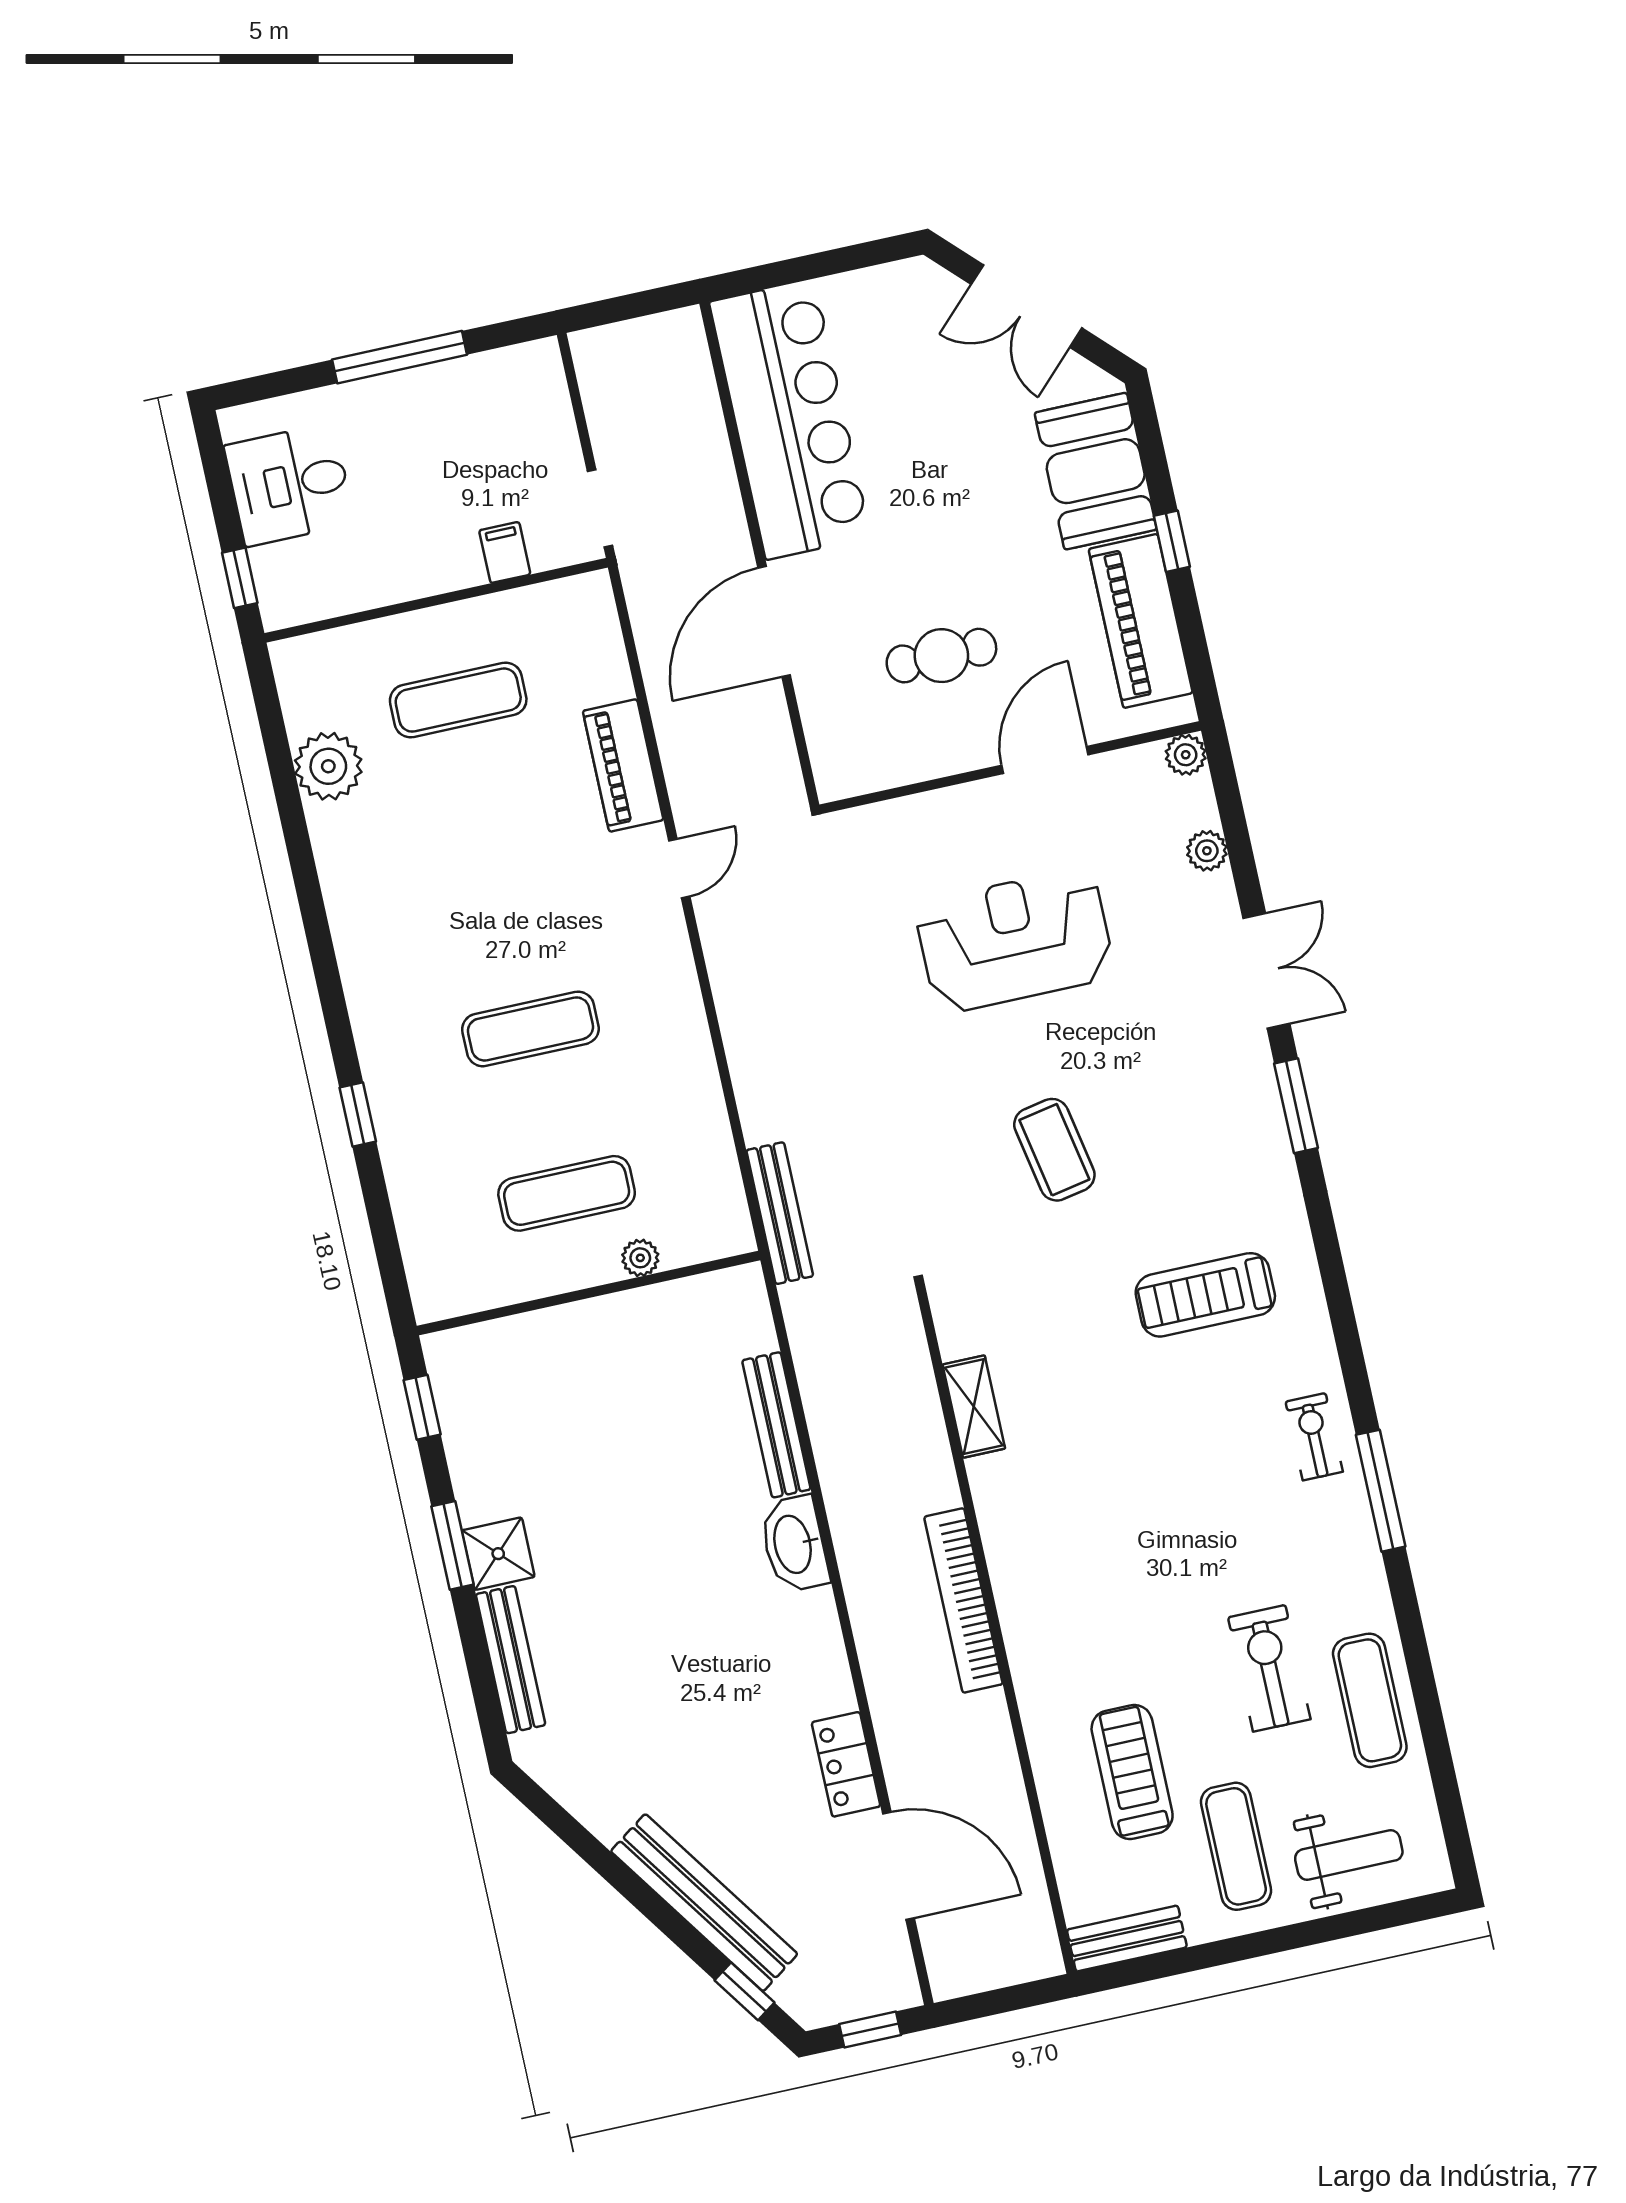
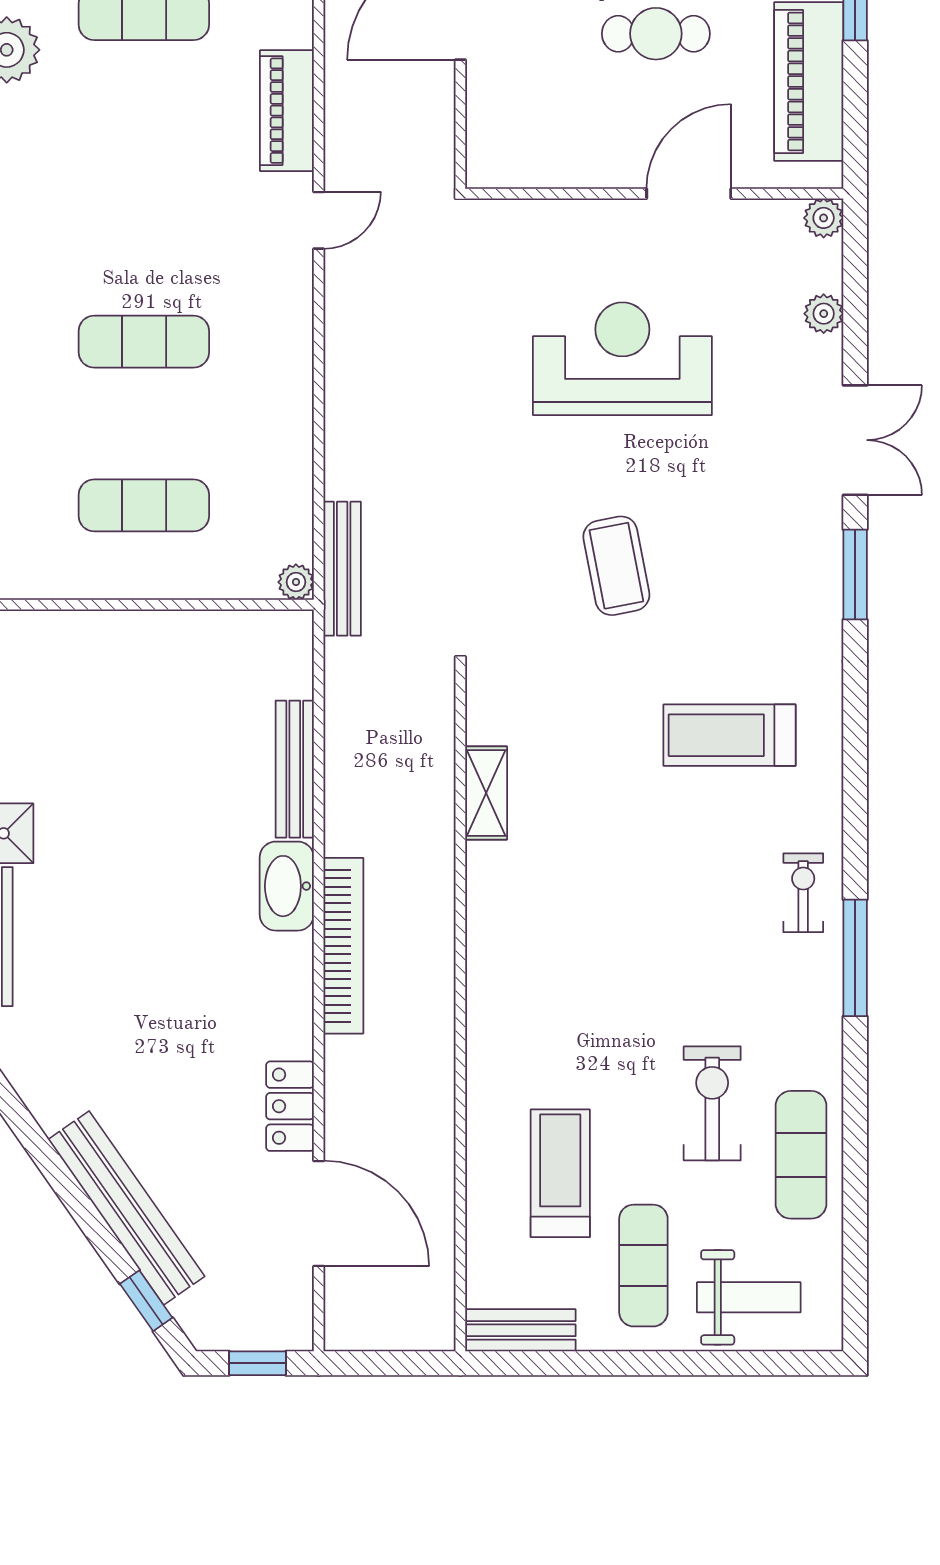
cafe table: (941, 656) -> (656, 34), moved
plant: (640, 1258) -> (296, 582), moved
bookcase: (963, 1600) -> (343, 946), moved, turned 180

